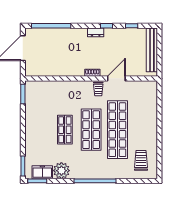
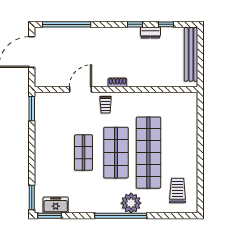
dresser: (96, 32) -> (151, 32), moved
door: (116, 78) -> (80, 89), moved
trolley: (98, 89) -> (106, 105), moved
plant: (61, 171) -> (131, 203), moved

